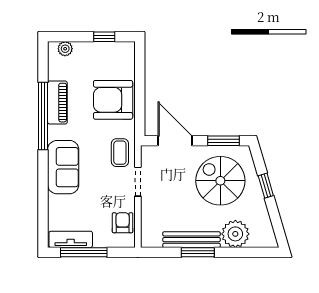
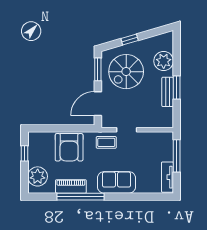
plant: (65, 49) -> (38, 176), width x1.88, depth x1.88
armchair: (123, 223) -> (156, 141), removed
bench: (192, 240) -> (168, 92), width x0.73
window: (84, 252) -> (177, 156), moved

